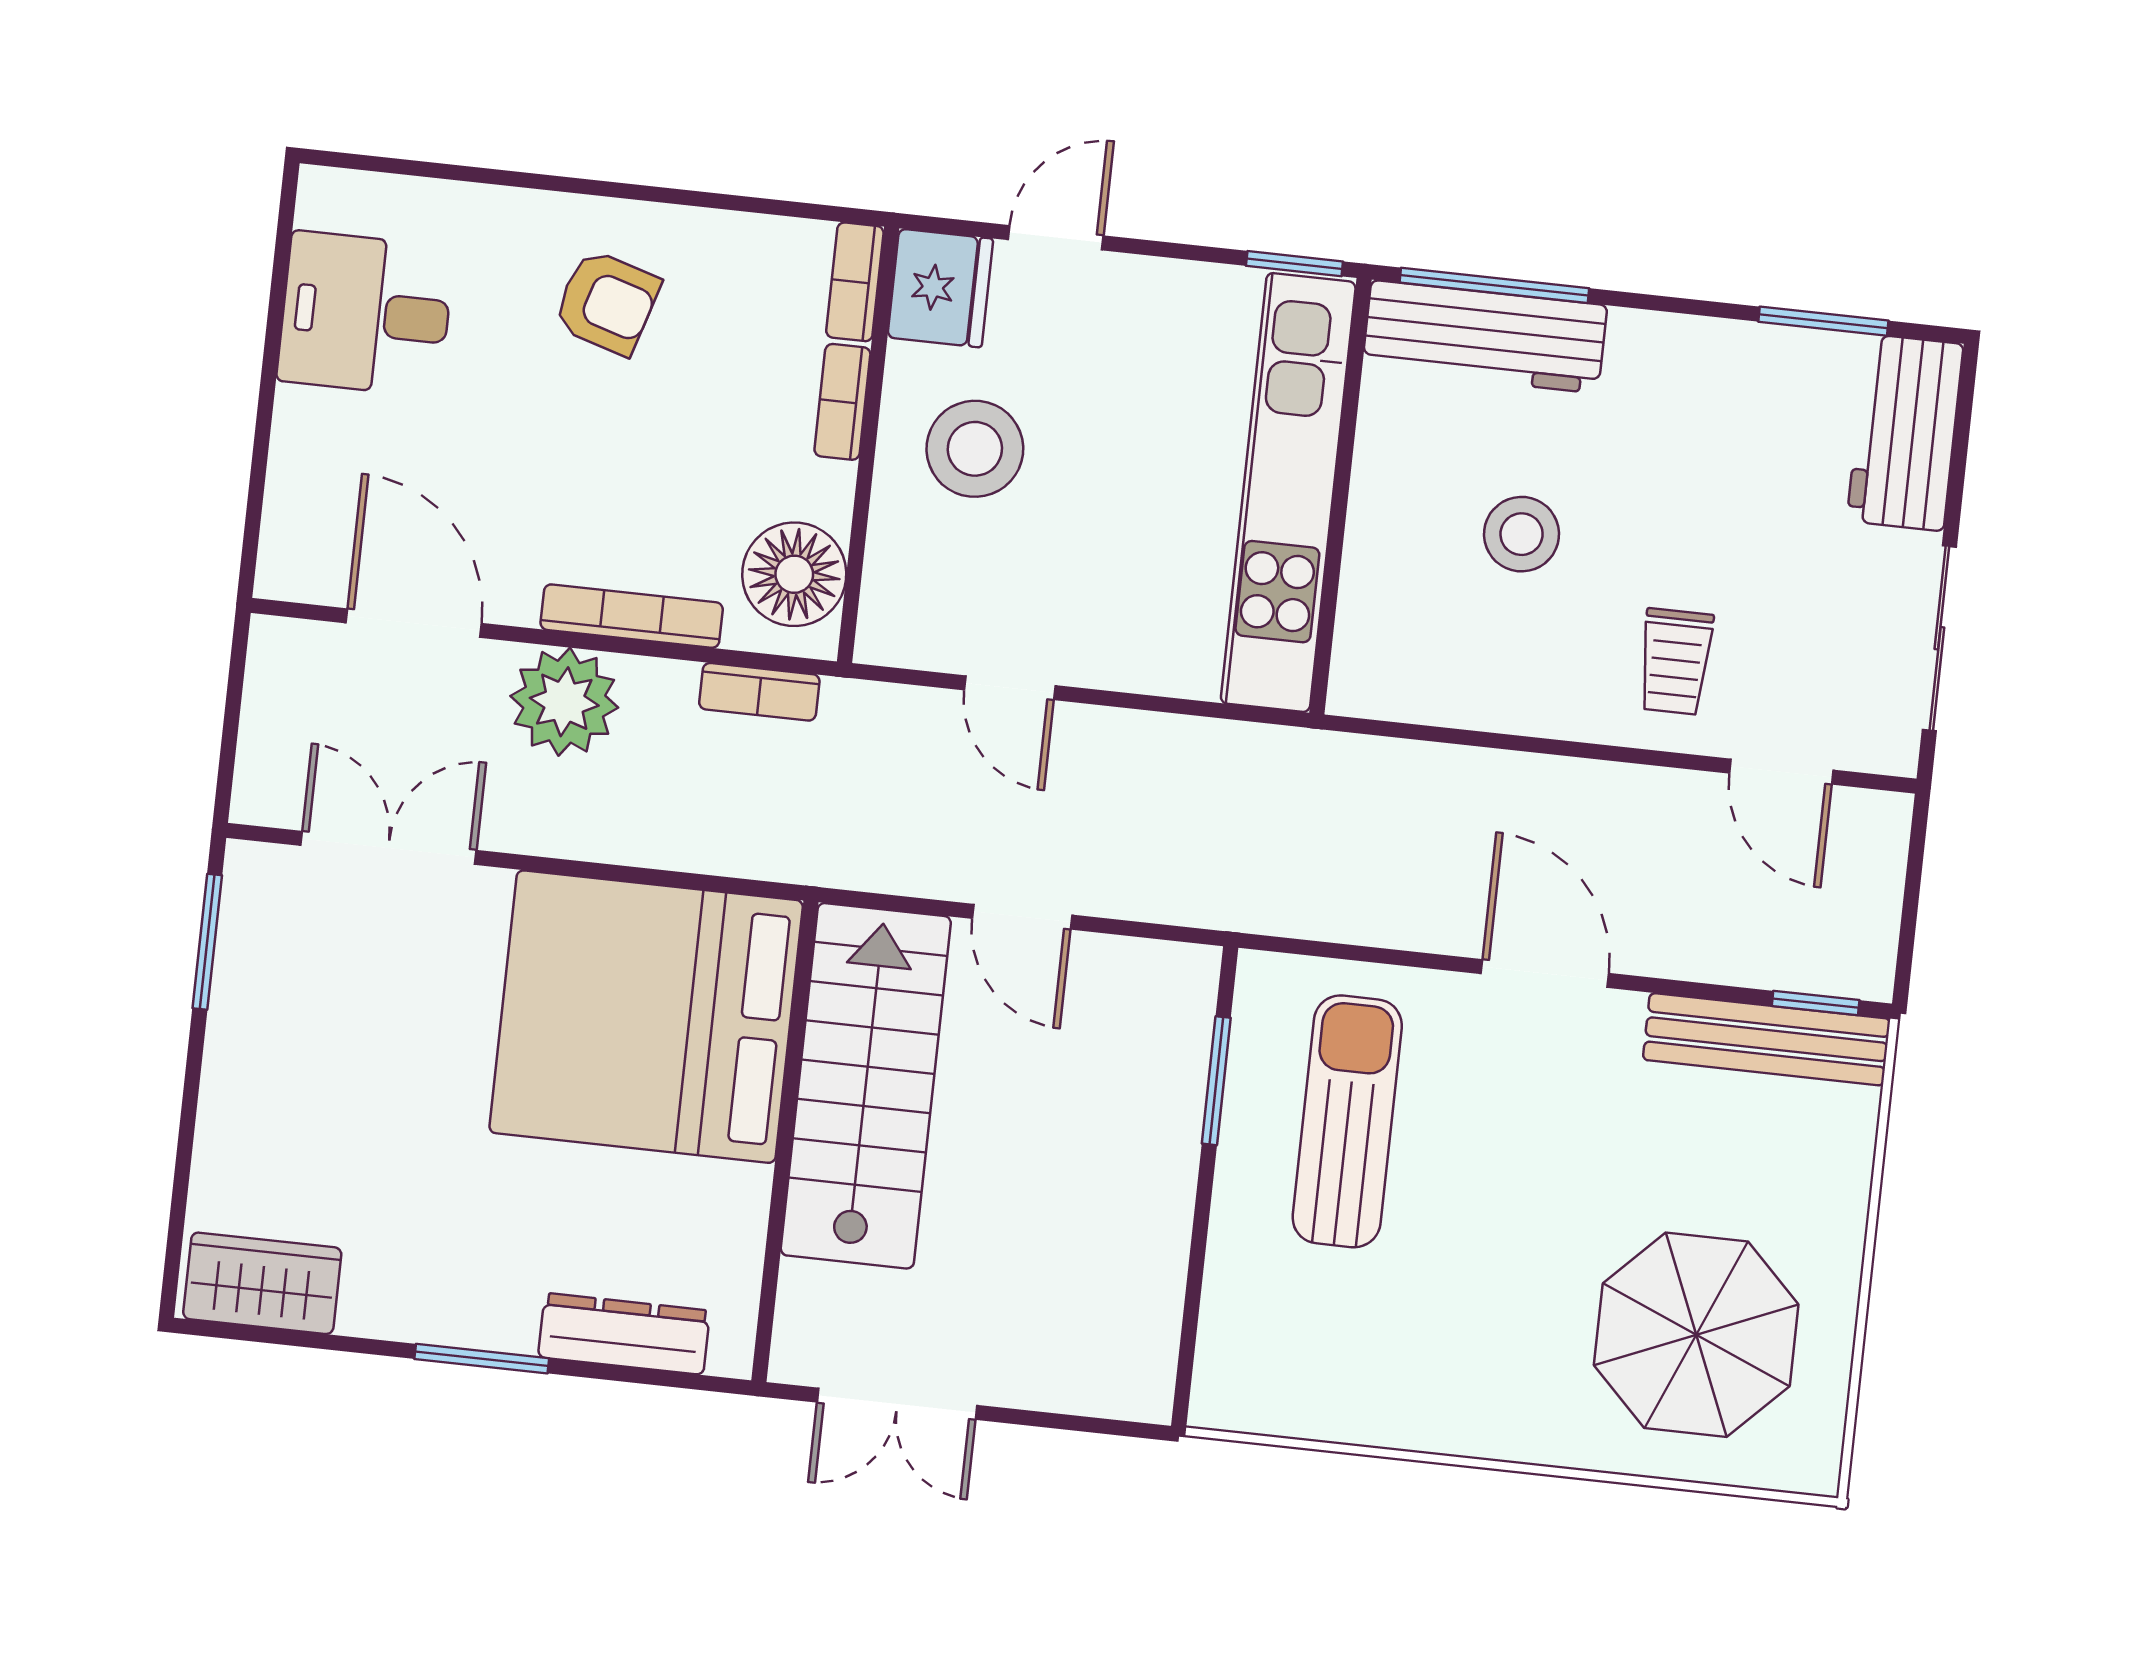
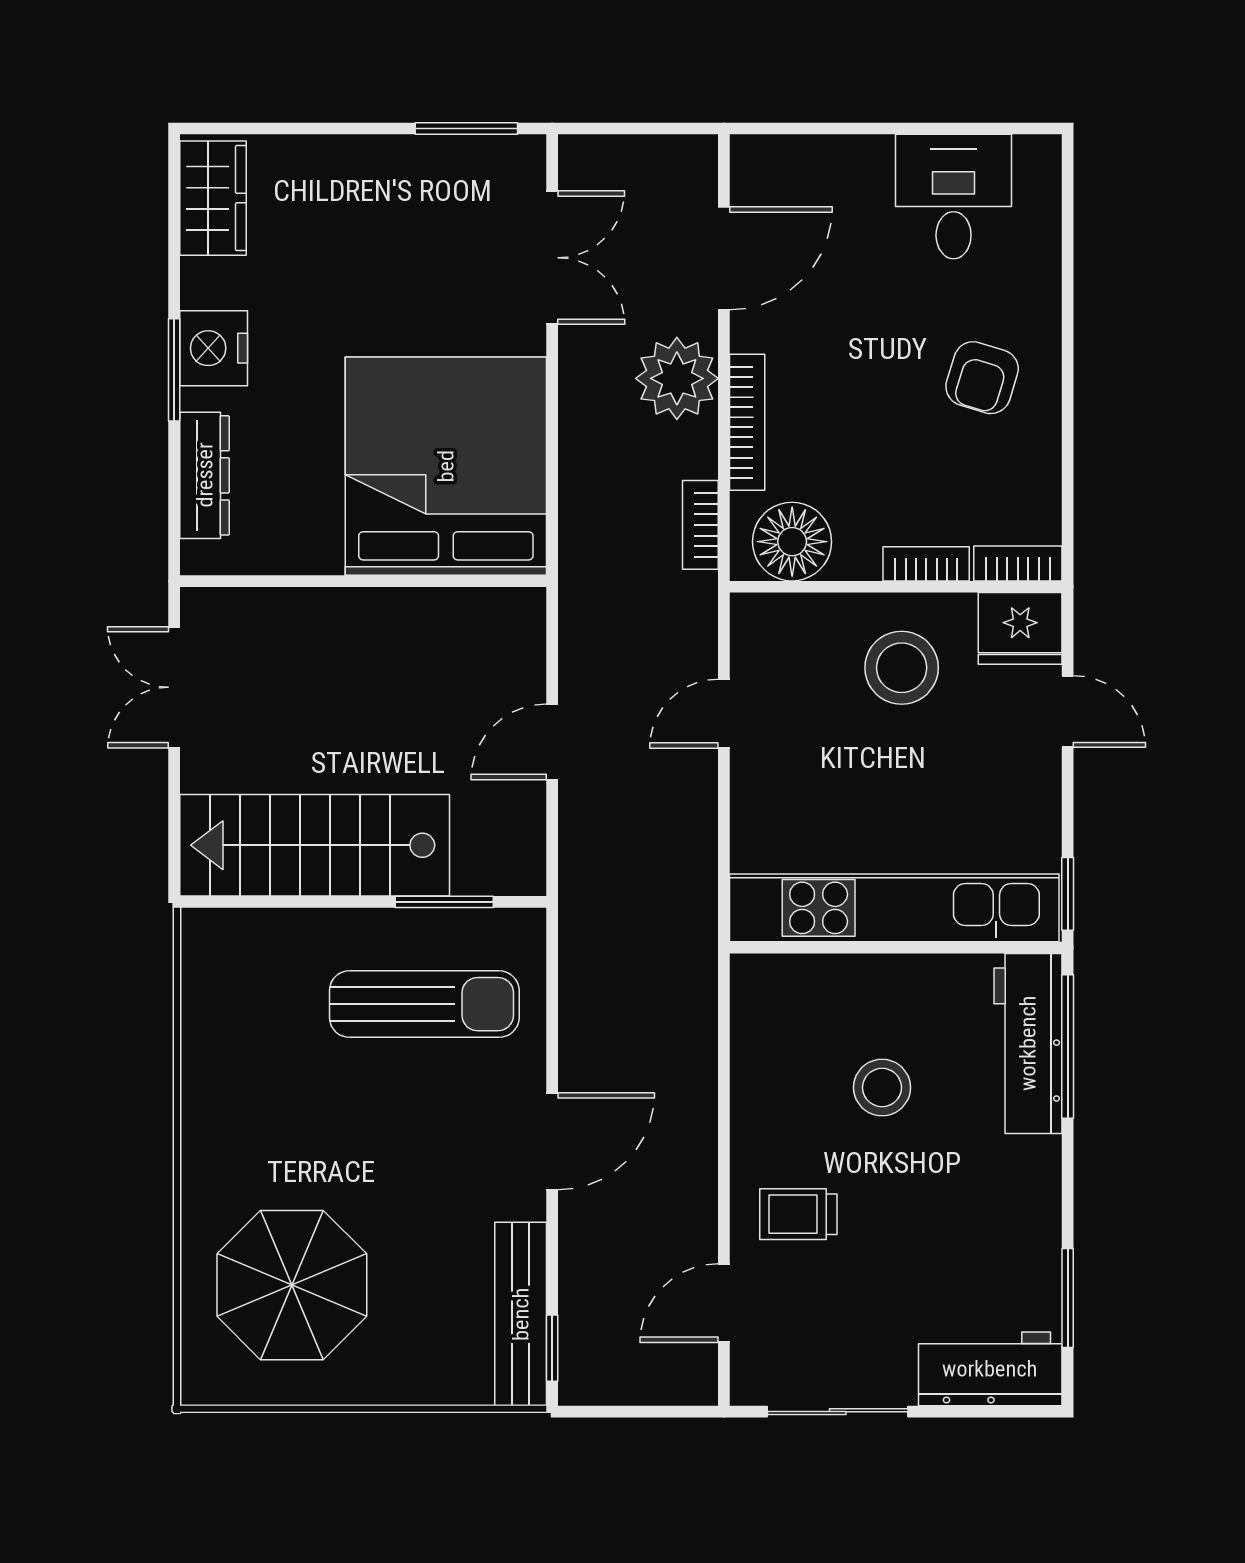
stairs: (866, 1086) -> (315, 845), moved, turned 180
nightstand: (459, 1304) -> (214, 348), added

